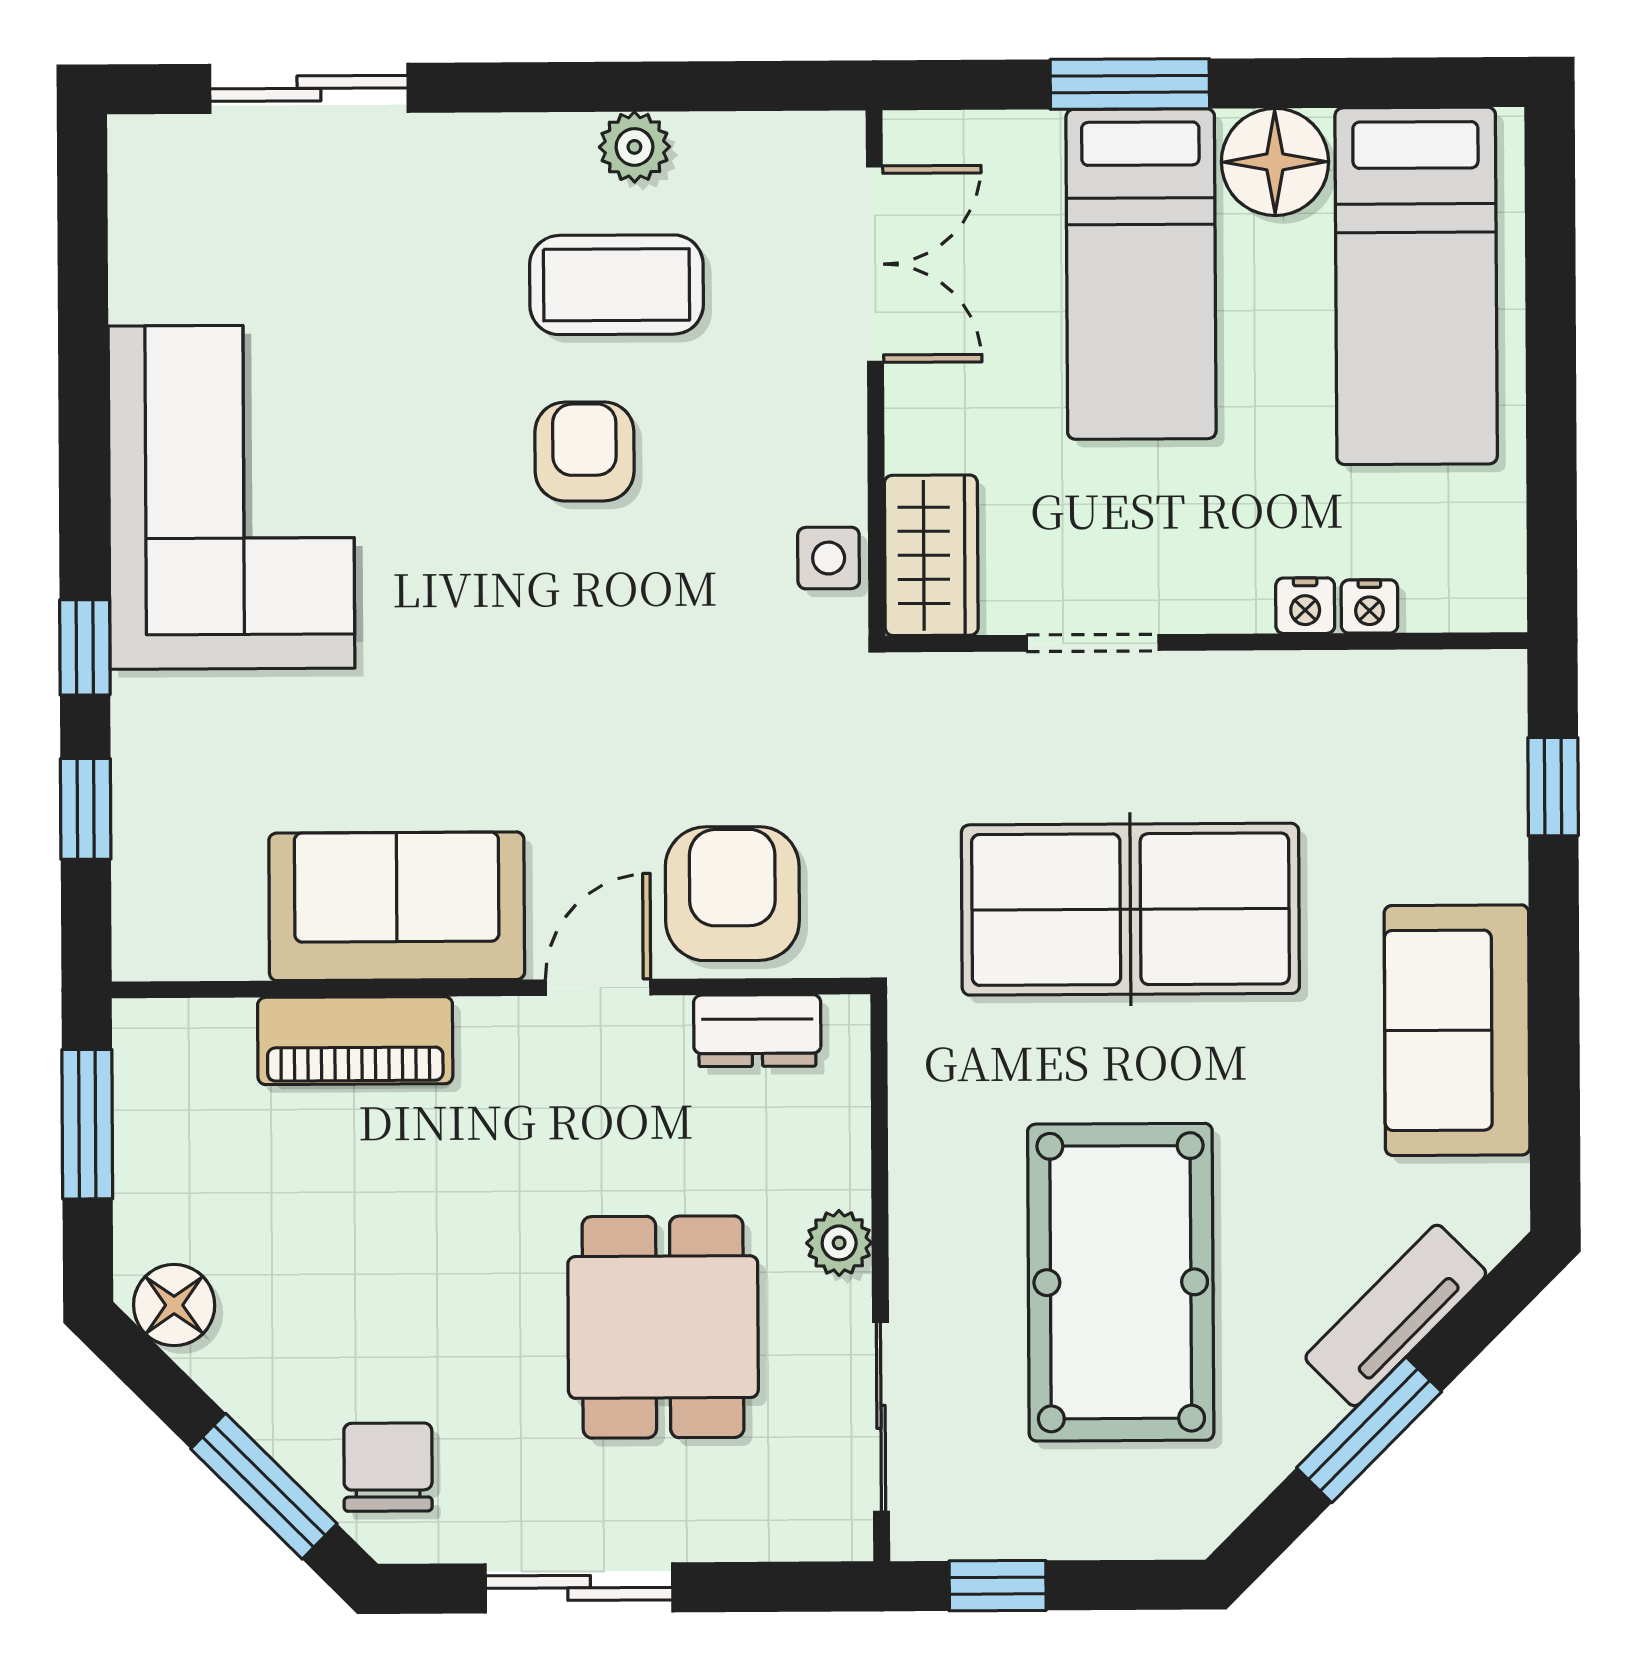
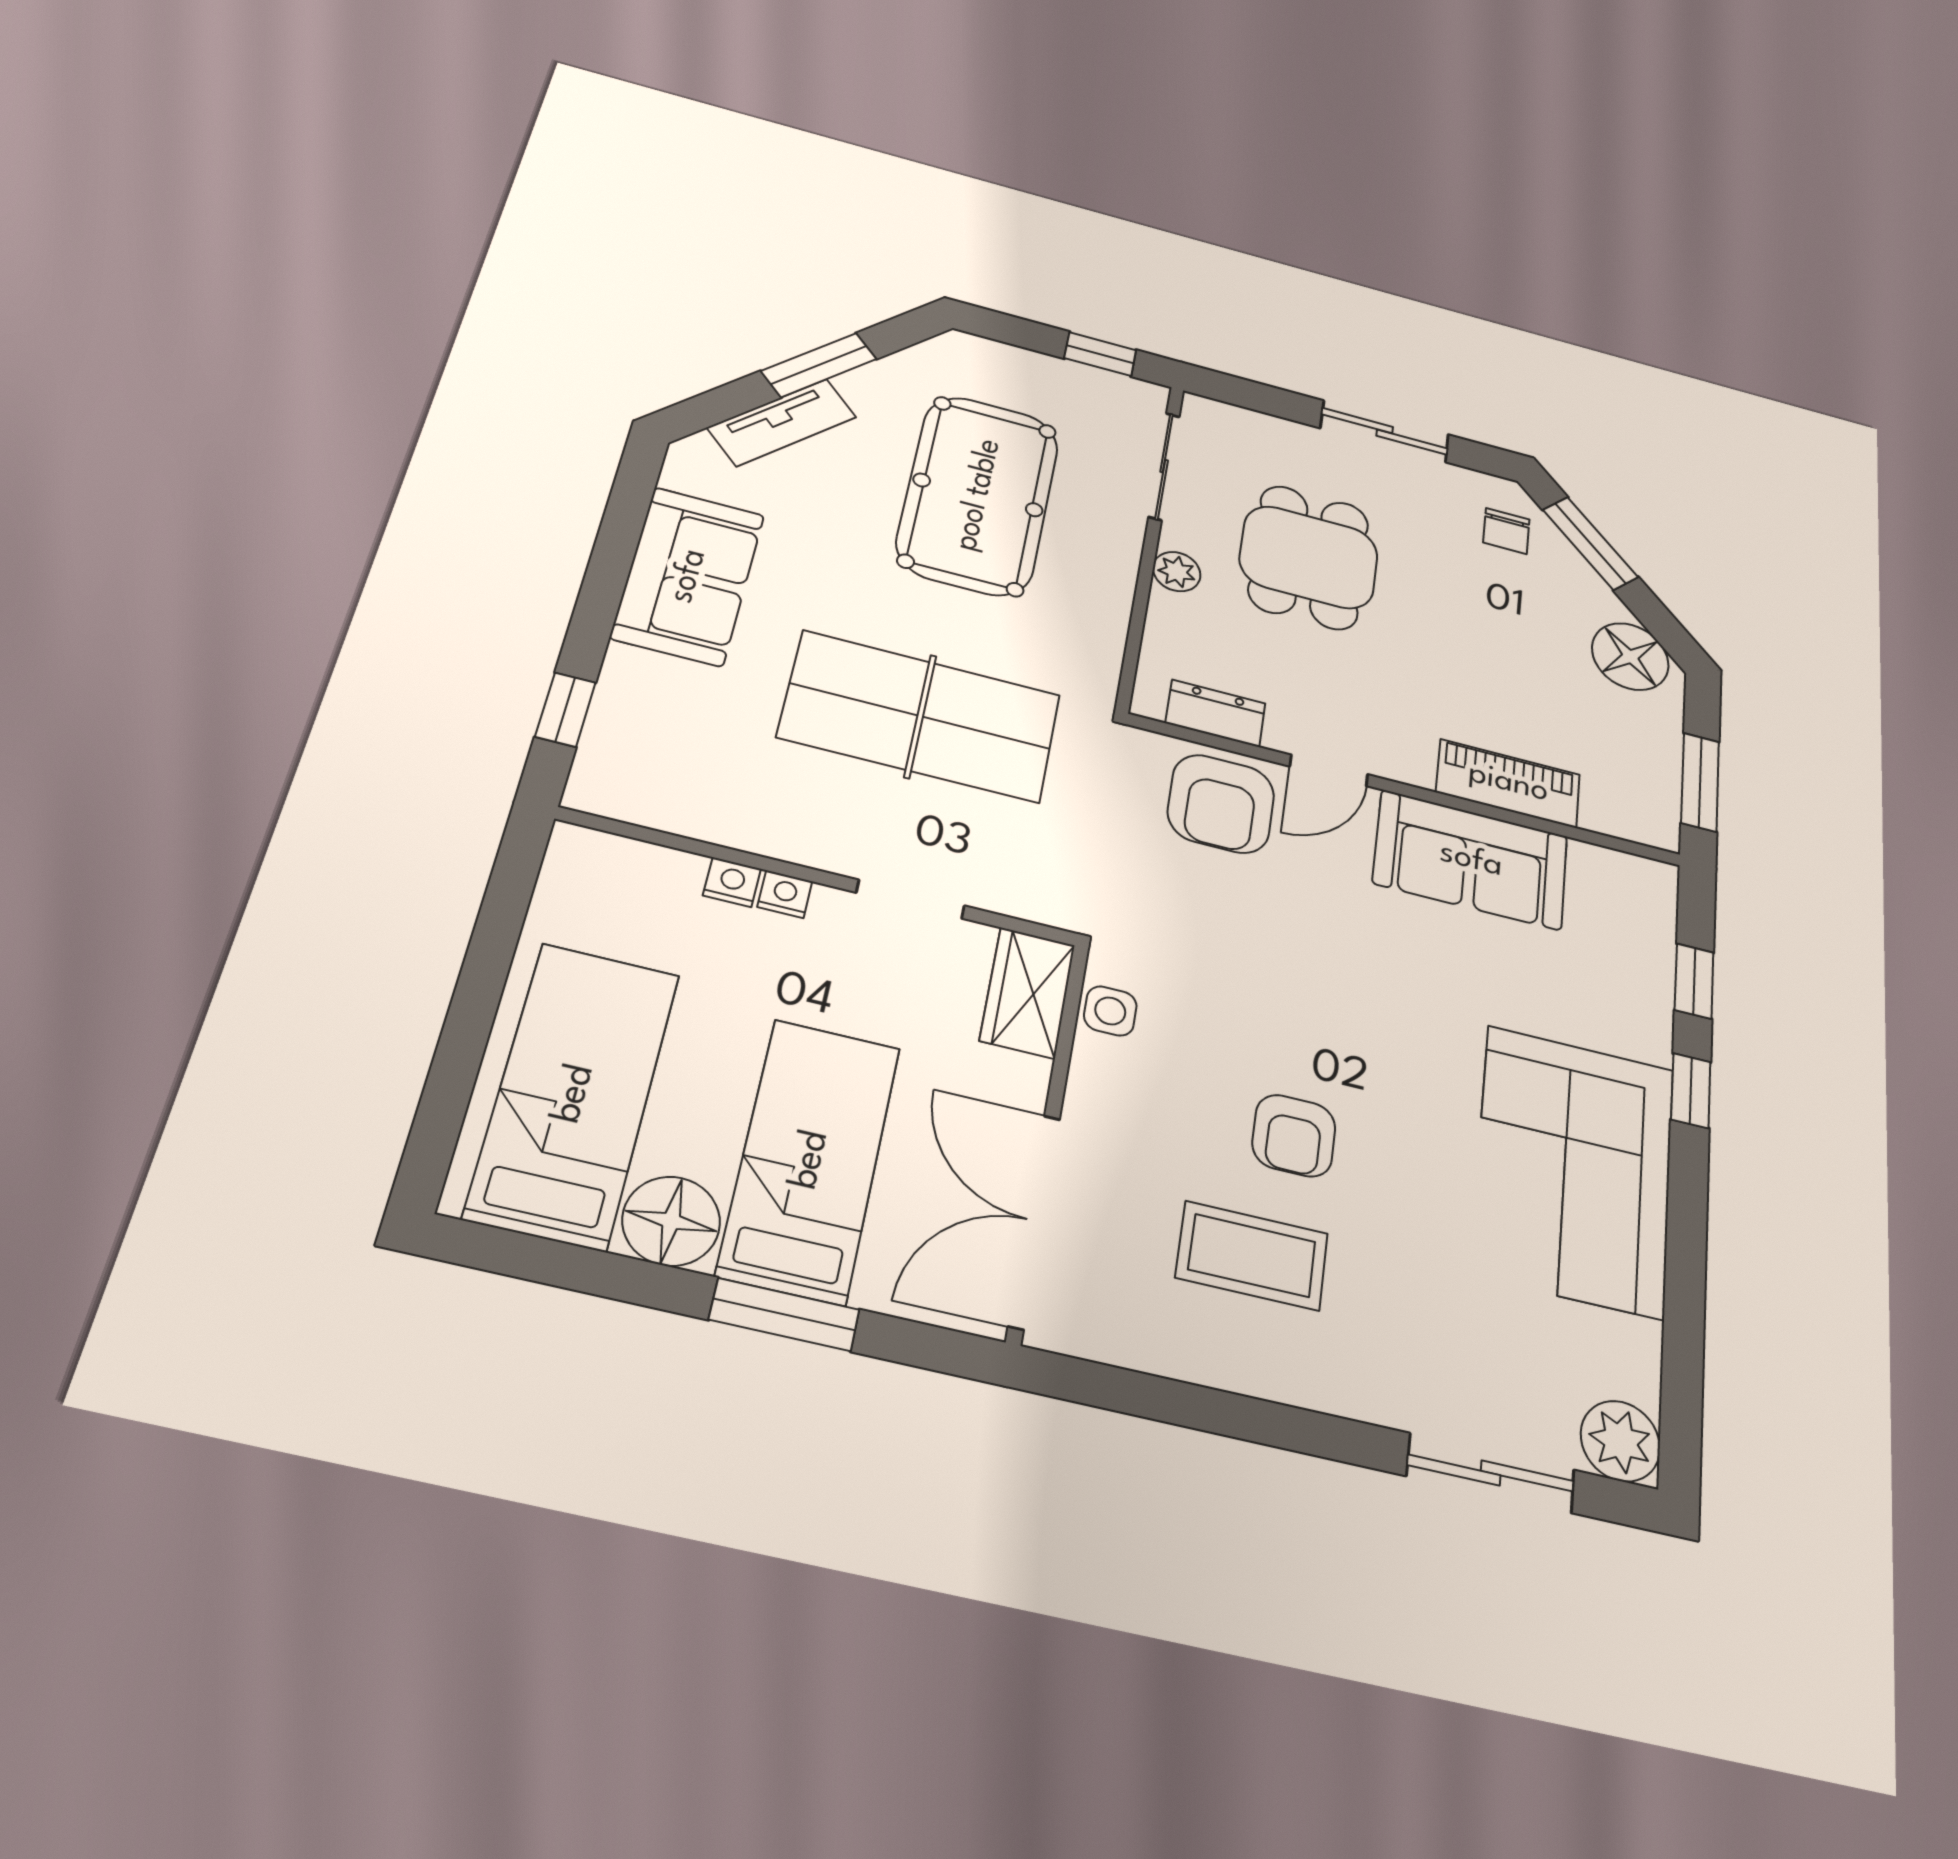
plant: (634, 147) -> (1620, 1441), moved, width x1.38, depth x1.38
double door: (875, 264) -> (1034, 1221), width x1.37
nightstand: (1369, 607) -> (785, 894), moved
floor lamp: (174, 1305) -> (1630, 657), width x1.38, depth x1.38
chair: (388, 1467) -> (1506, 531), width x0.73, depth x0.73

